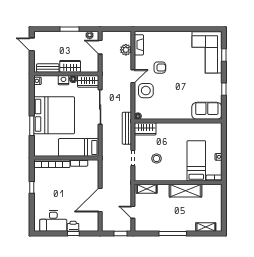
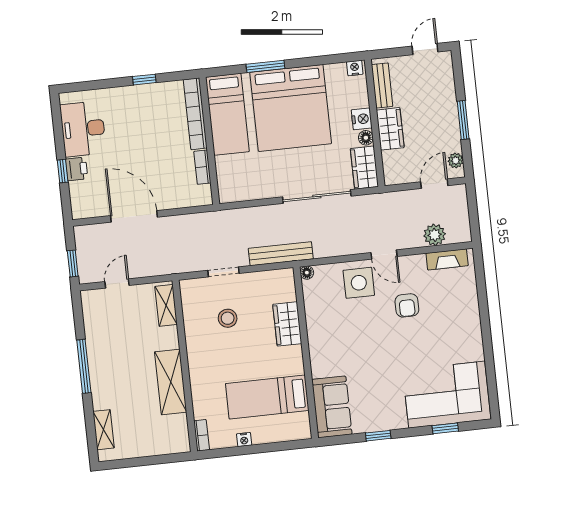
wardrobe: (145, 129) -> (287, 324), moved
bed: (79, 147) -> (227, 114), moved, turned 180
bed: (196, 161) -> (267, 397), moved, turned 180

